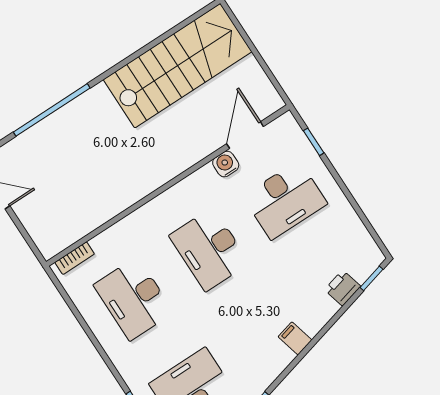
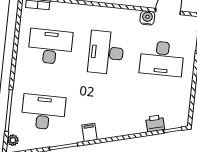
desk: (134, 299) -> (50, 47), turned 90
filing cabinet: (295, 338) -> (90, 132), moved

